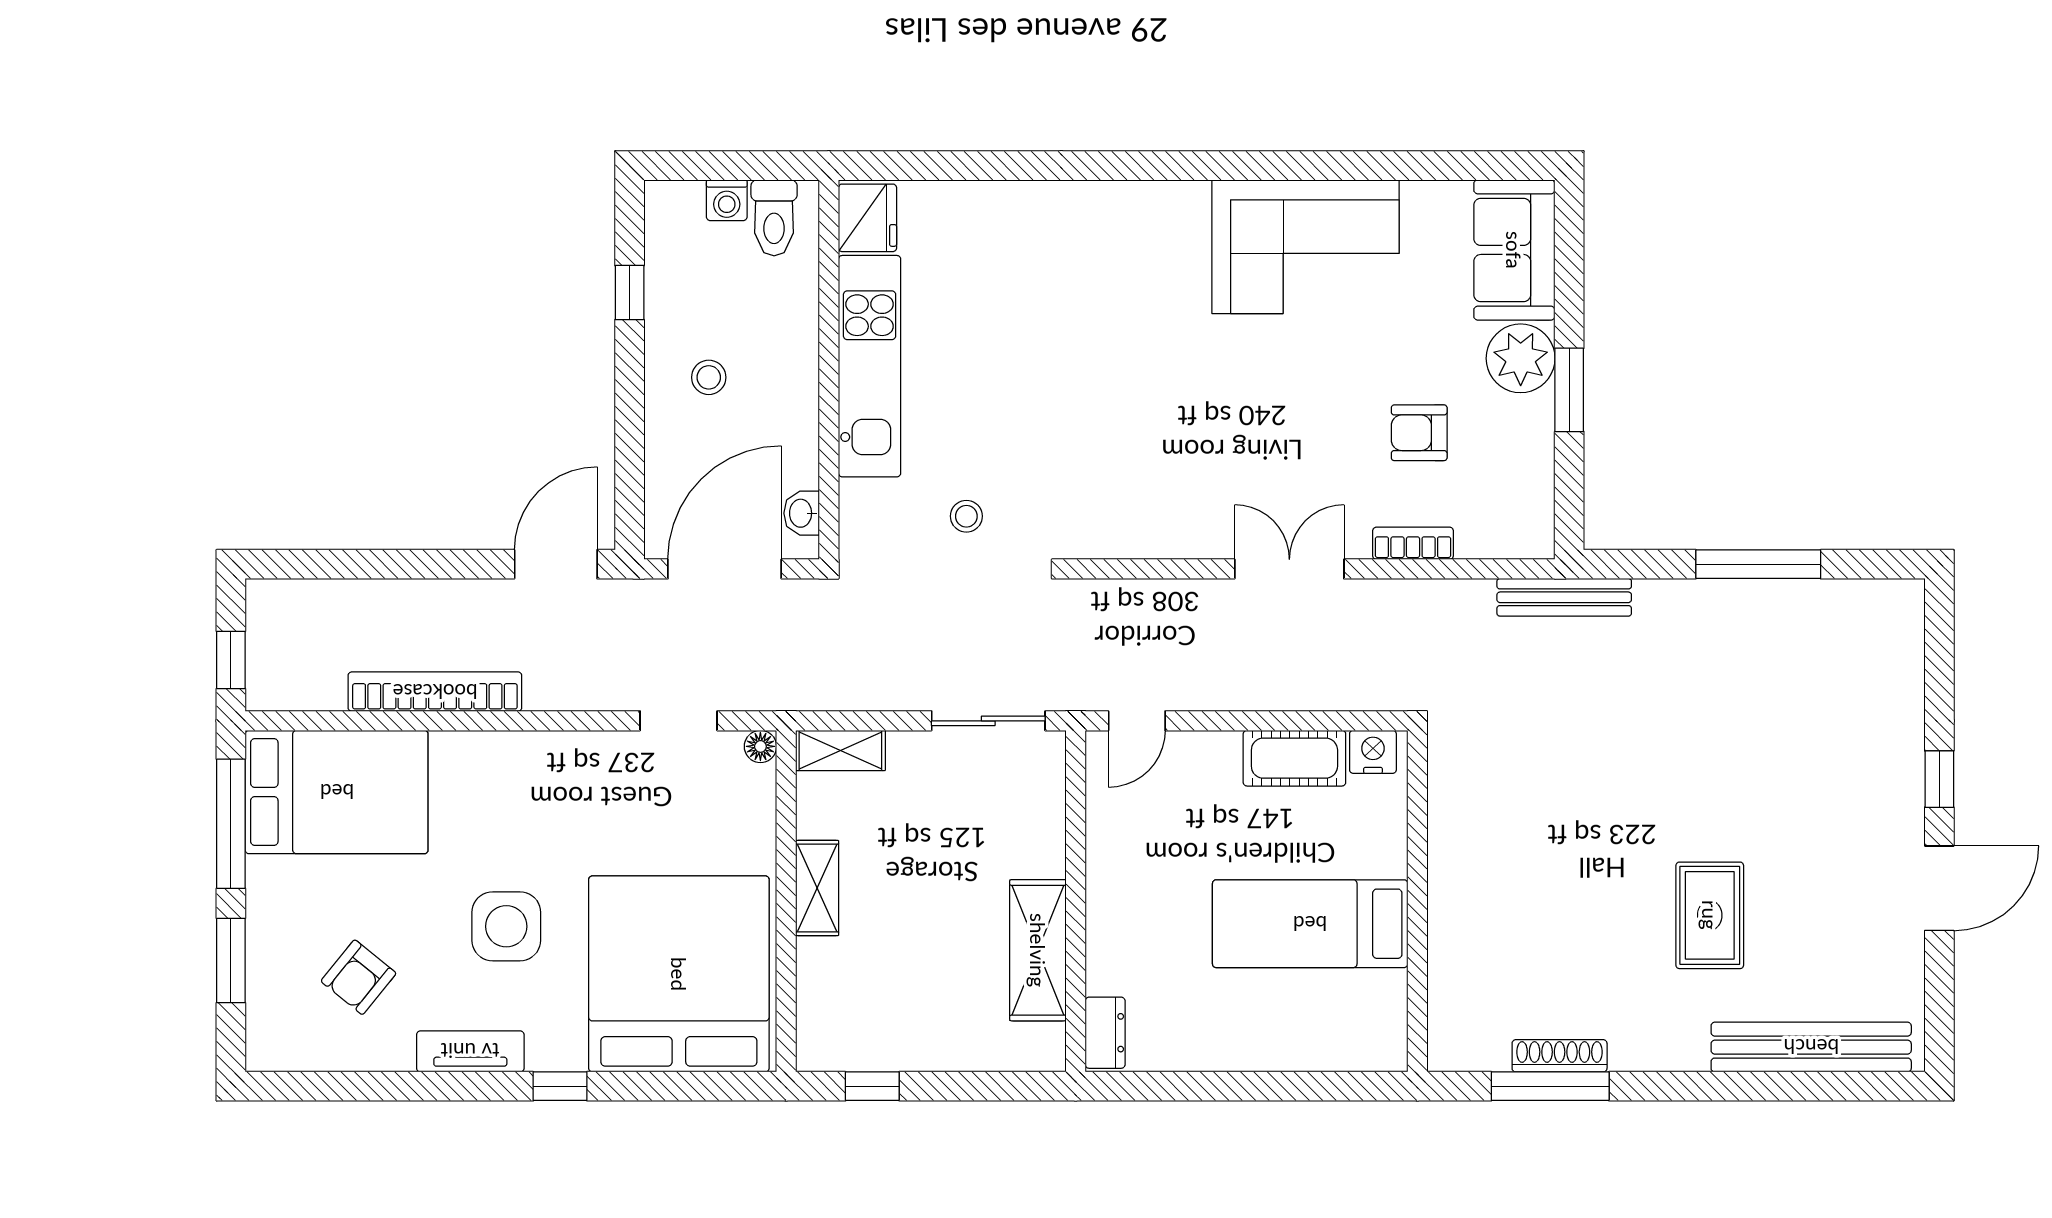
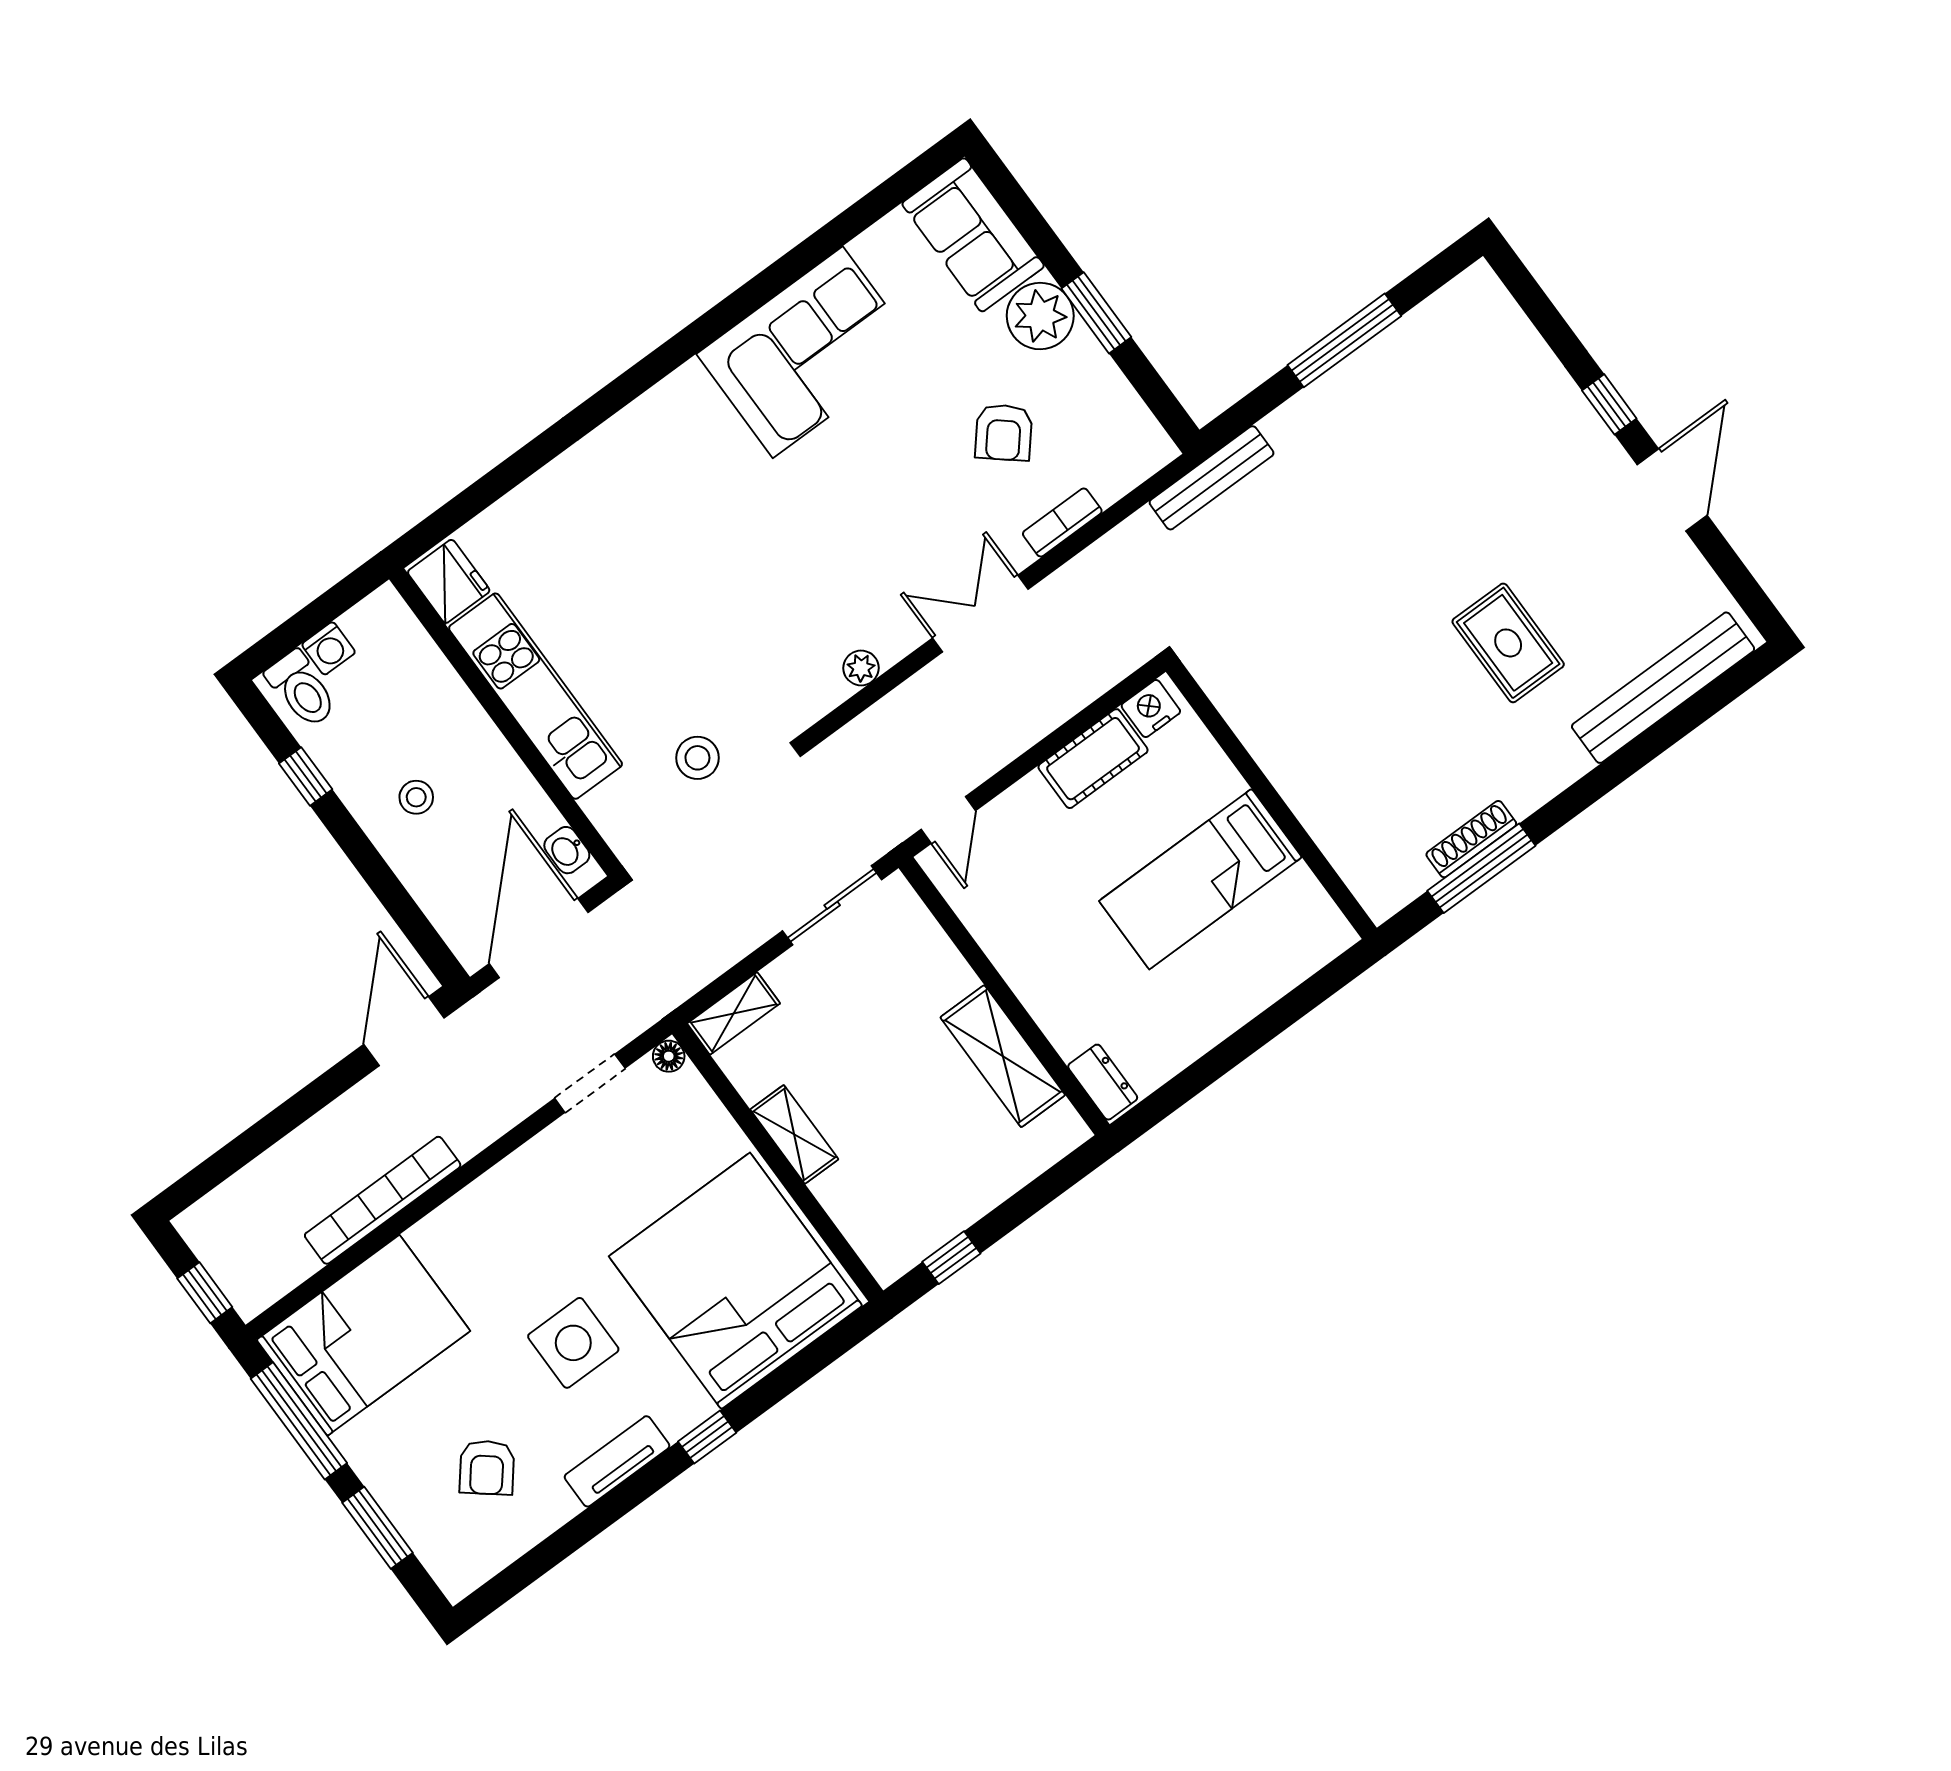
toilet: (774, 218) -> (302, 689), moved
armchair: (1419, 433) -> (1004, 432), turned -50
stool: (966, 516) -> (697, 758), width x1.37, depth x1.37
plant: (1157, 541) -> (861, 668), added

